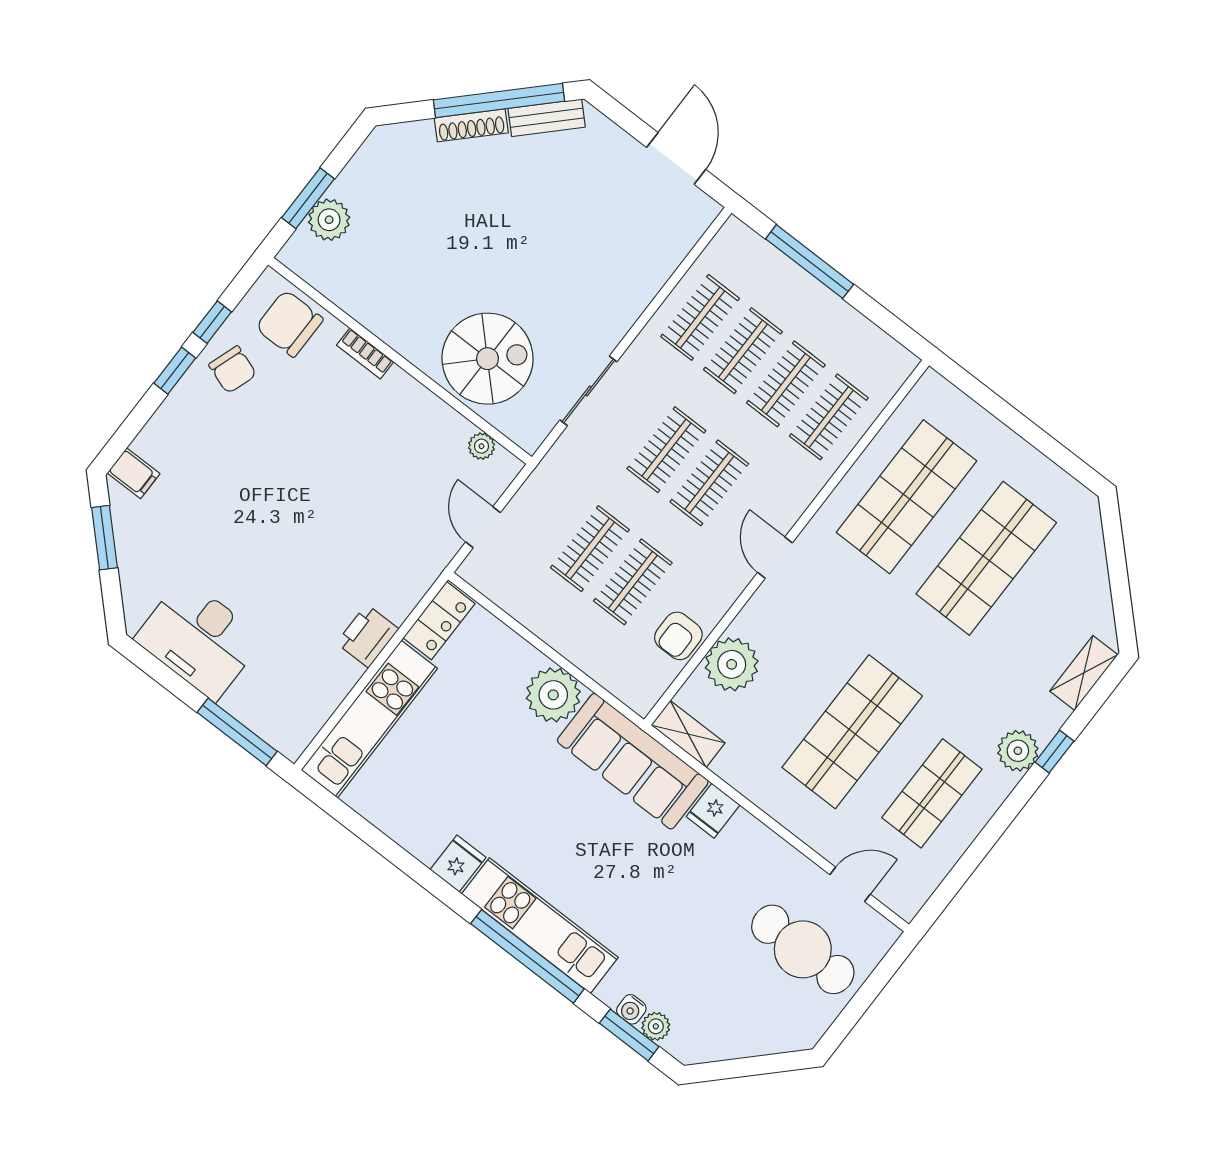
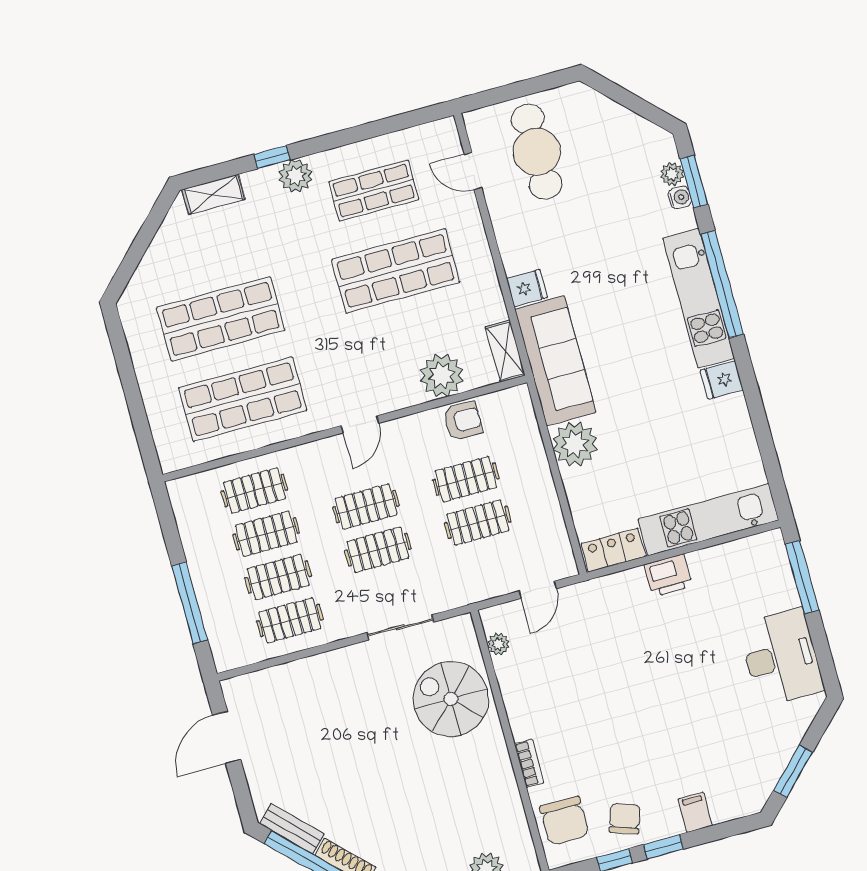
filing cabinet: (133, 473) -> (695, 812), moved

